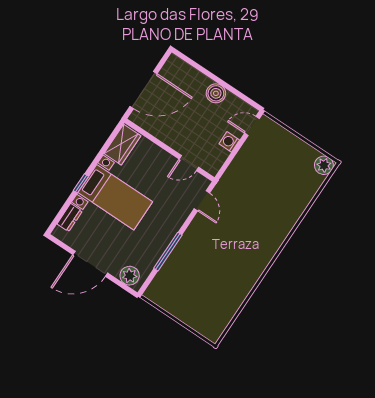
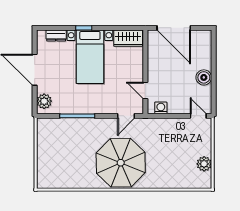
washing machine: (229, 142) -> (161, 108), moved
plant: (324, 165) -> (204, 164), moved
parasol: (247, 239) -> (121, 163), added

